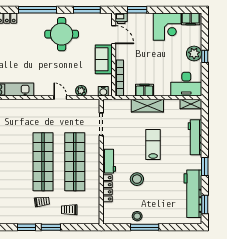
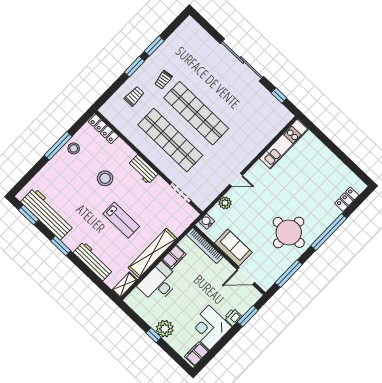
printer: (121, 18) -> (233, 317), moved
desk: (186, 84) -> (159, 283), moved
shelving: (147, 106) -> (153, 253), width x1.47
locker: (107, 188) -> (103, 129), moved

